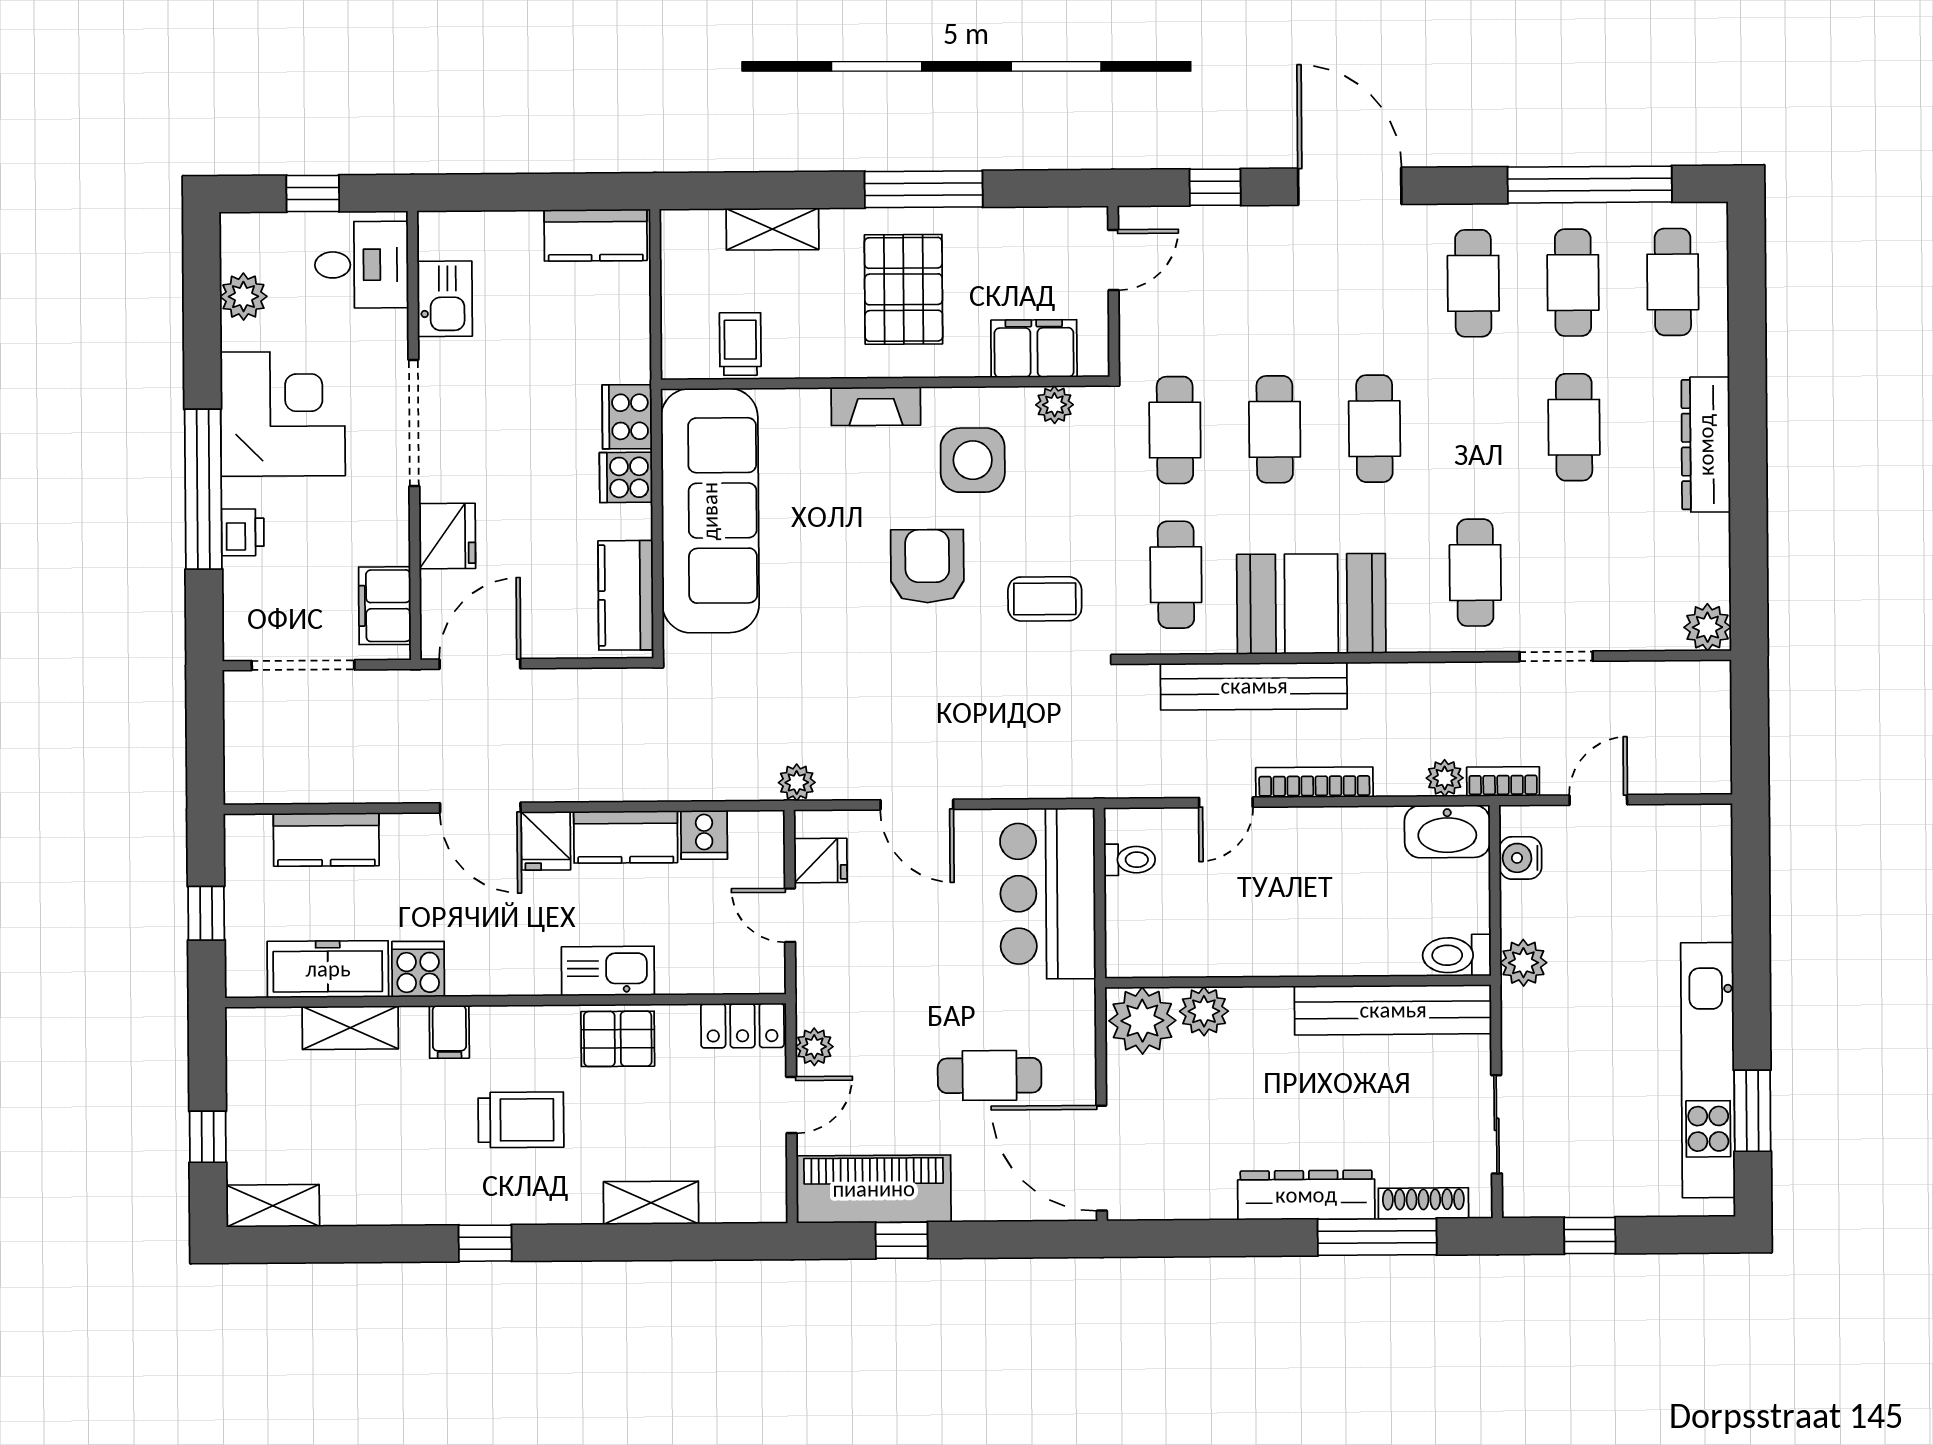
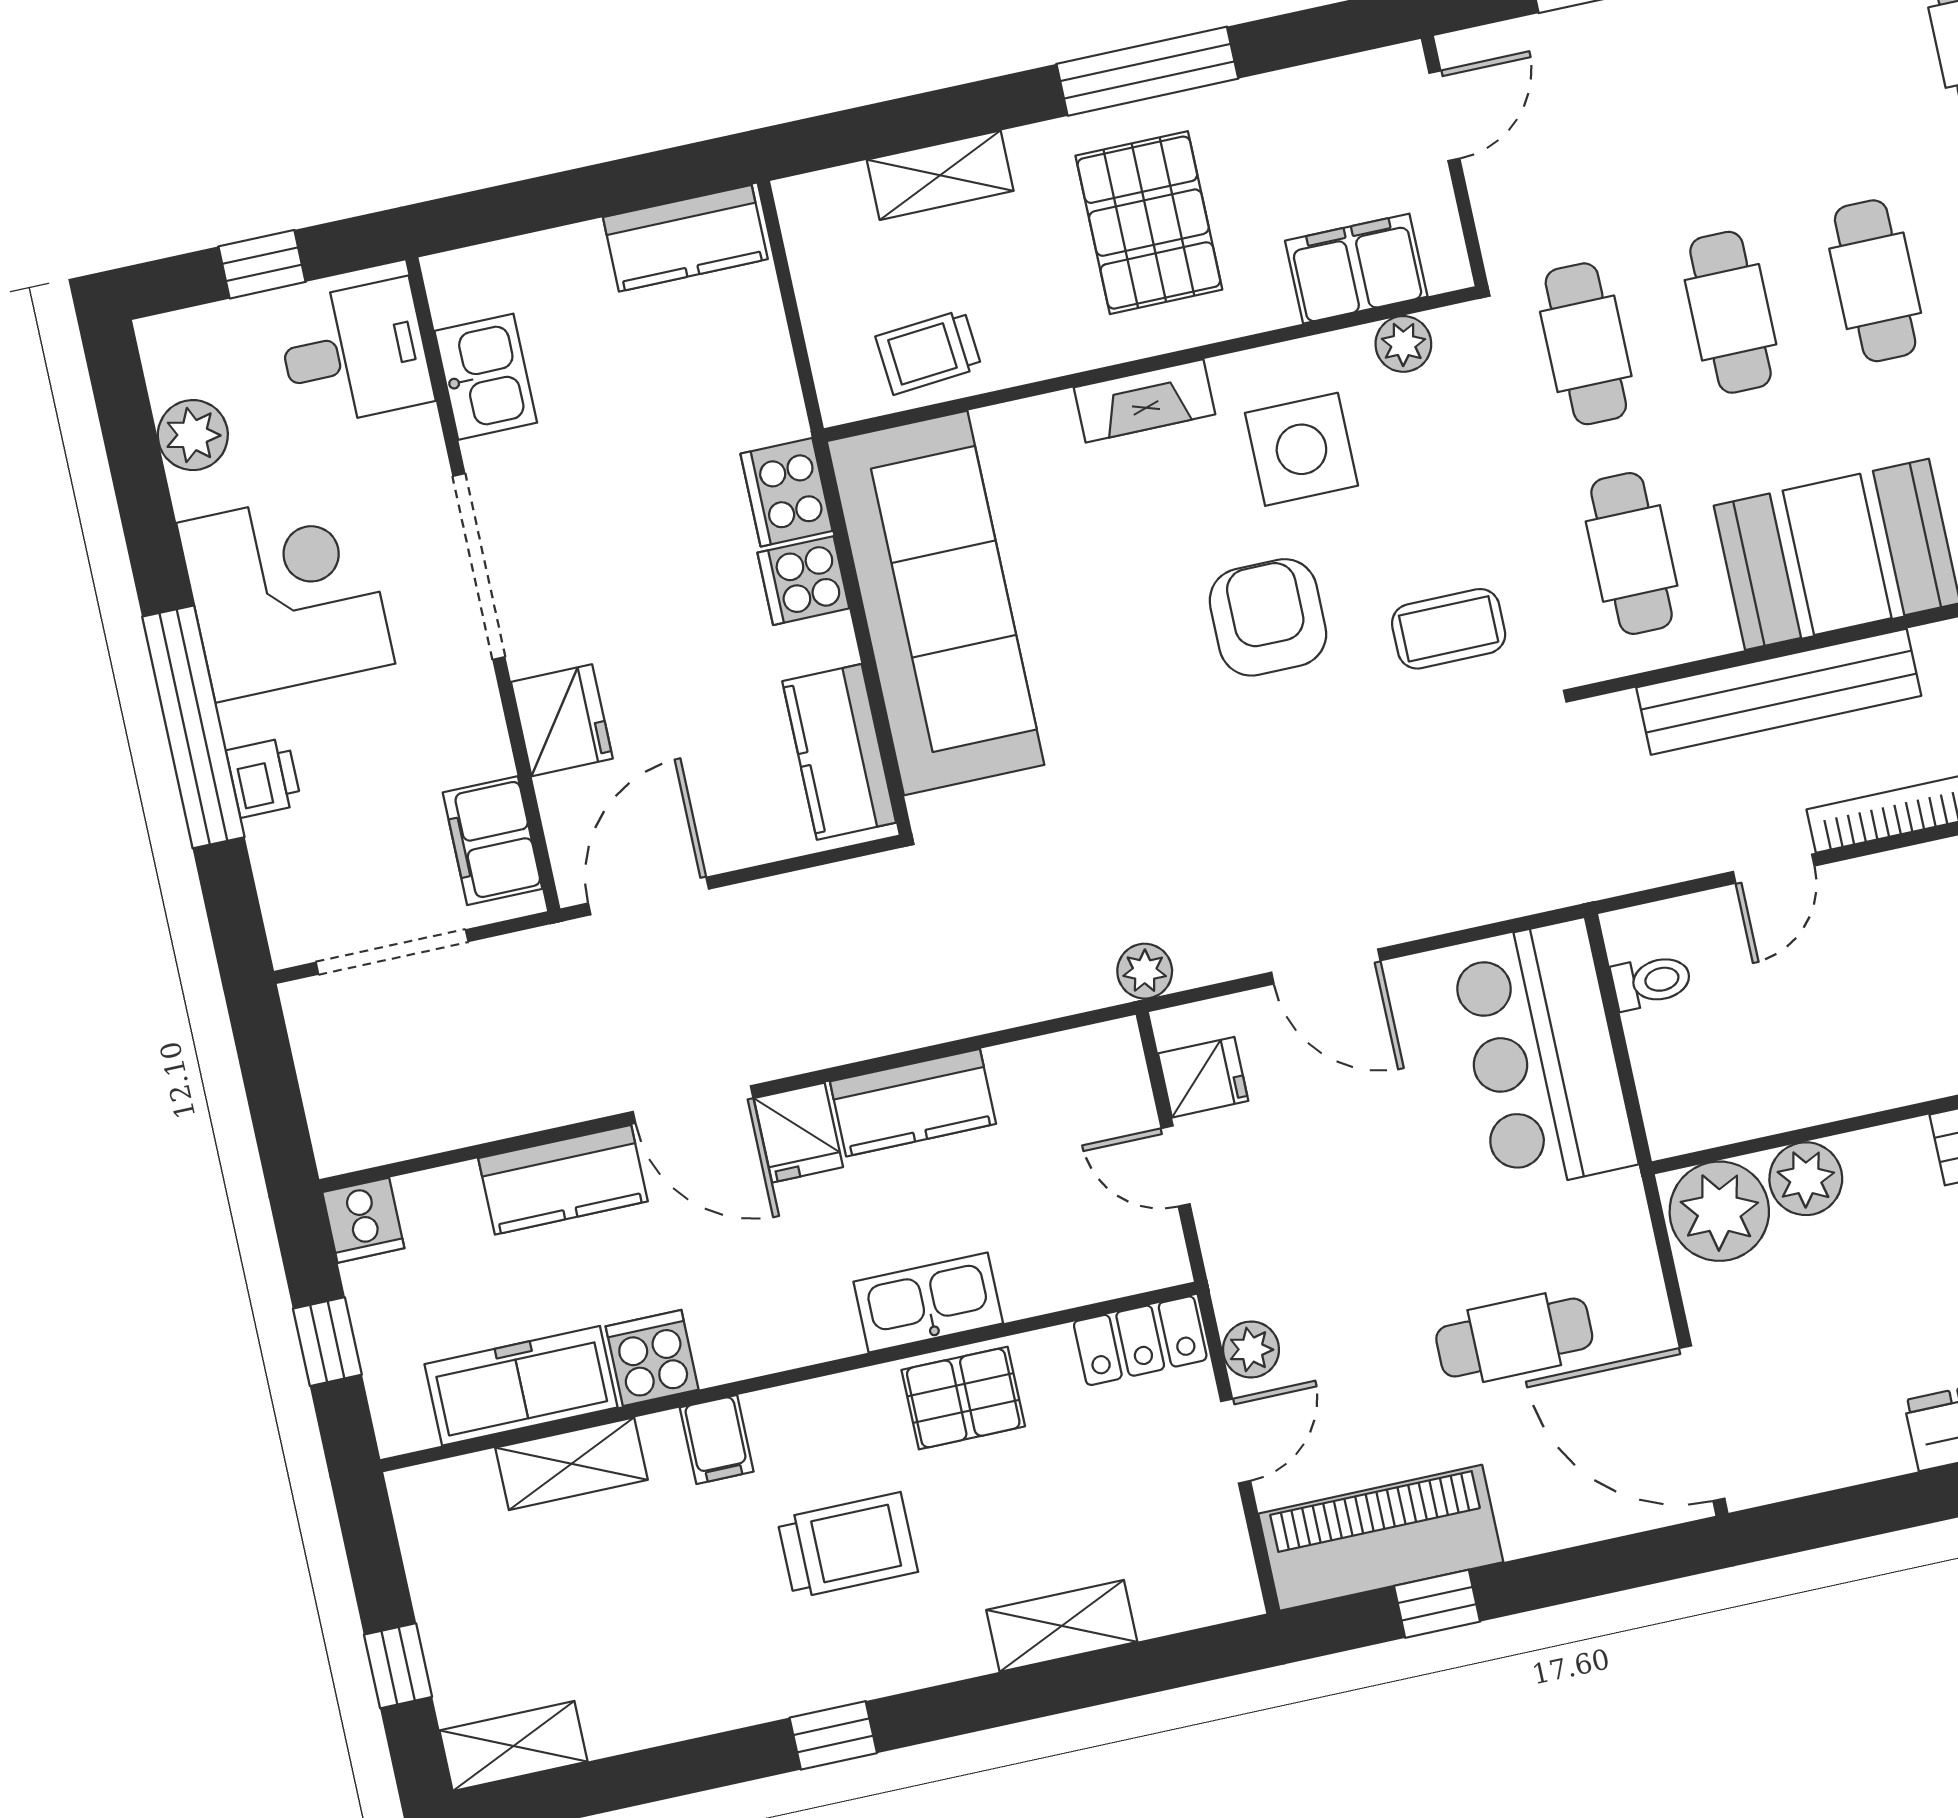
trolley: (740, 344) -> (929, 352), turned -95
cooker: (704, 835) -> (363, 1220), moved
kitchen counter: (326, 840) -> (563, 1180), moved

